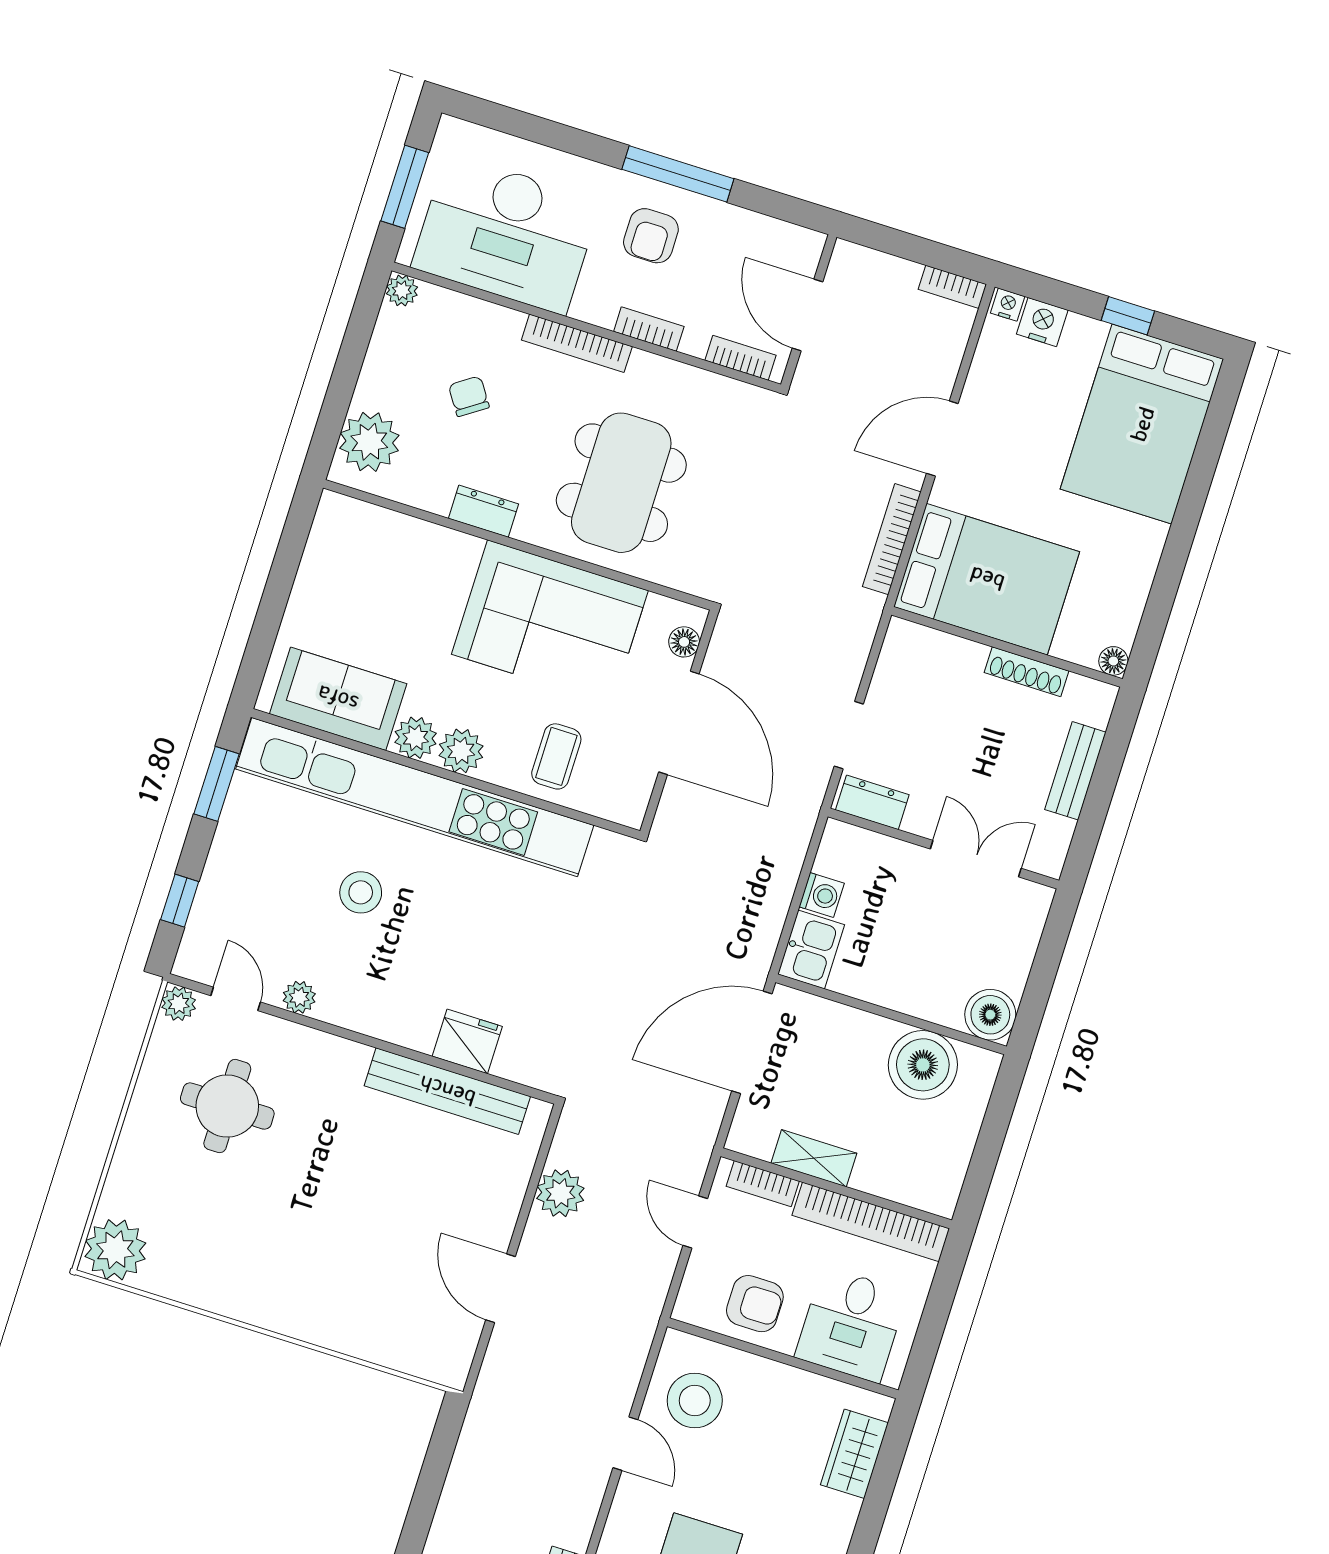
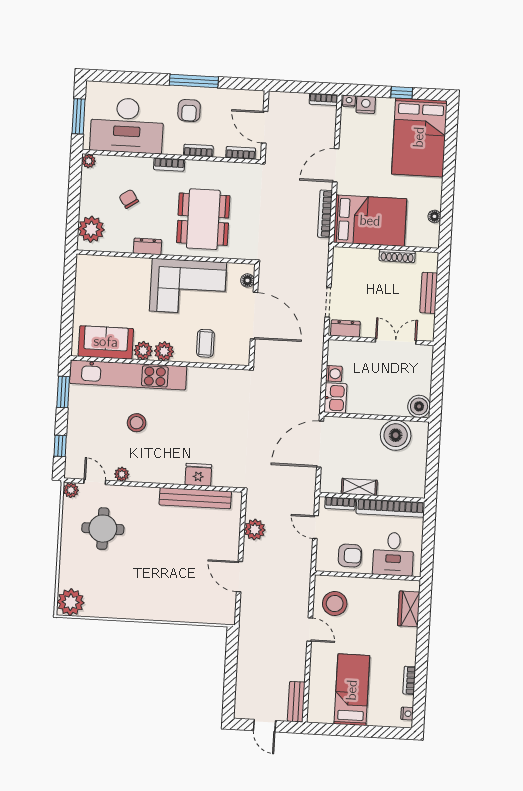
bookcase: (577, 343) -> (169, 164), width x0.64
floor lamp: (1113, 661) -> (434, 216), moved
kitchen unit: (415, 797) -> (128, 375), width x0.73

